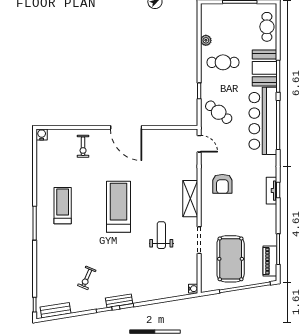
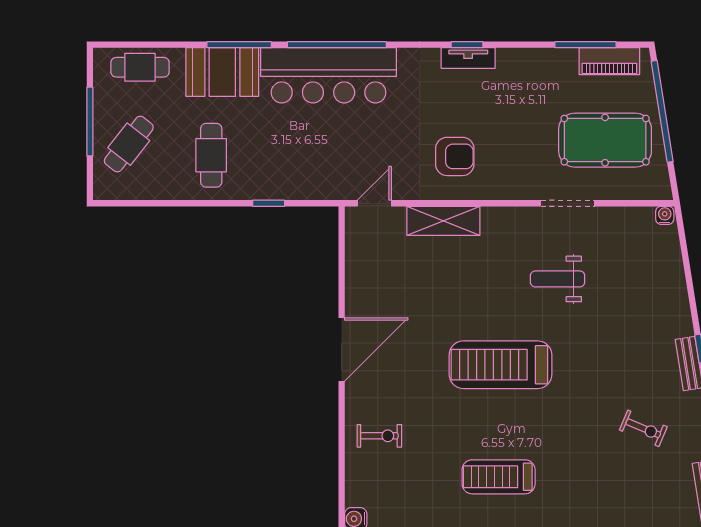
plant: (206, 40) -> (167, 189), removed
cafe table: (219, 112) -> (129, 144), moved
shelving: (190, 199) -> (443, 221), moved

